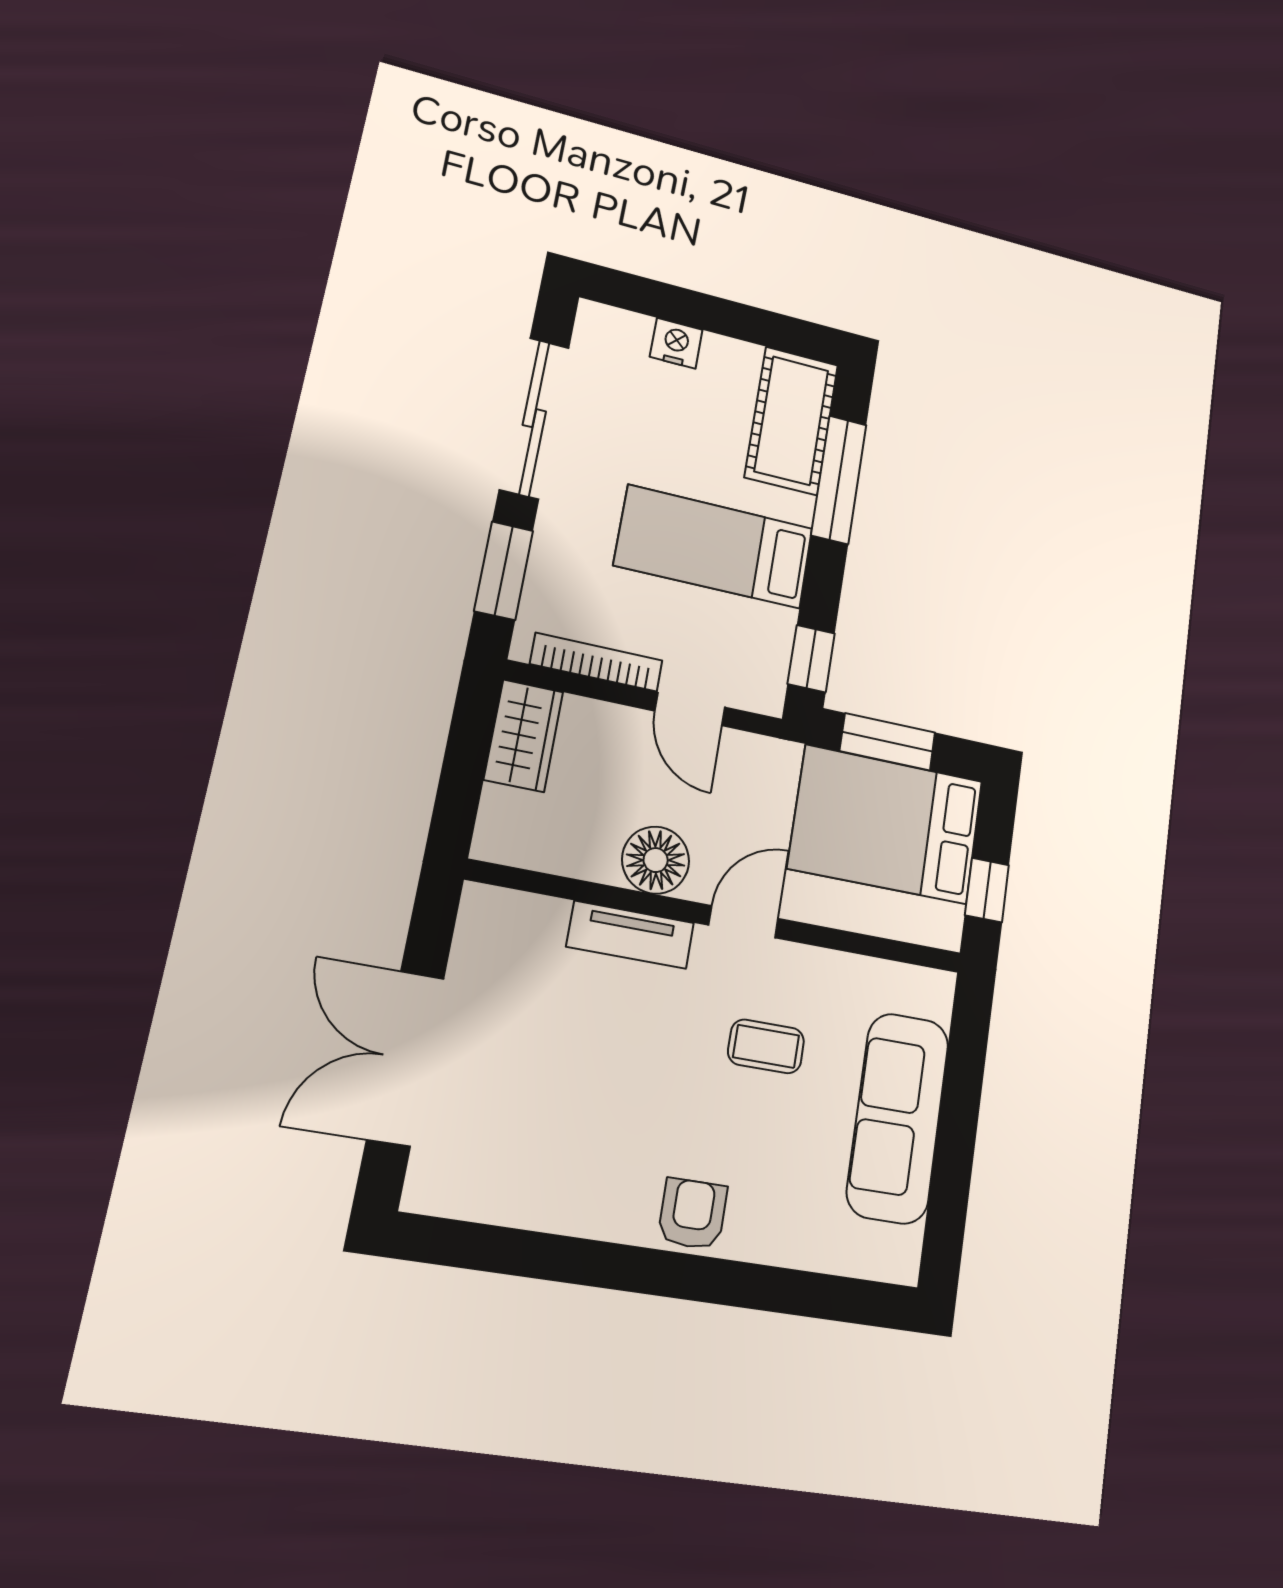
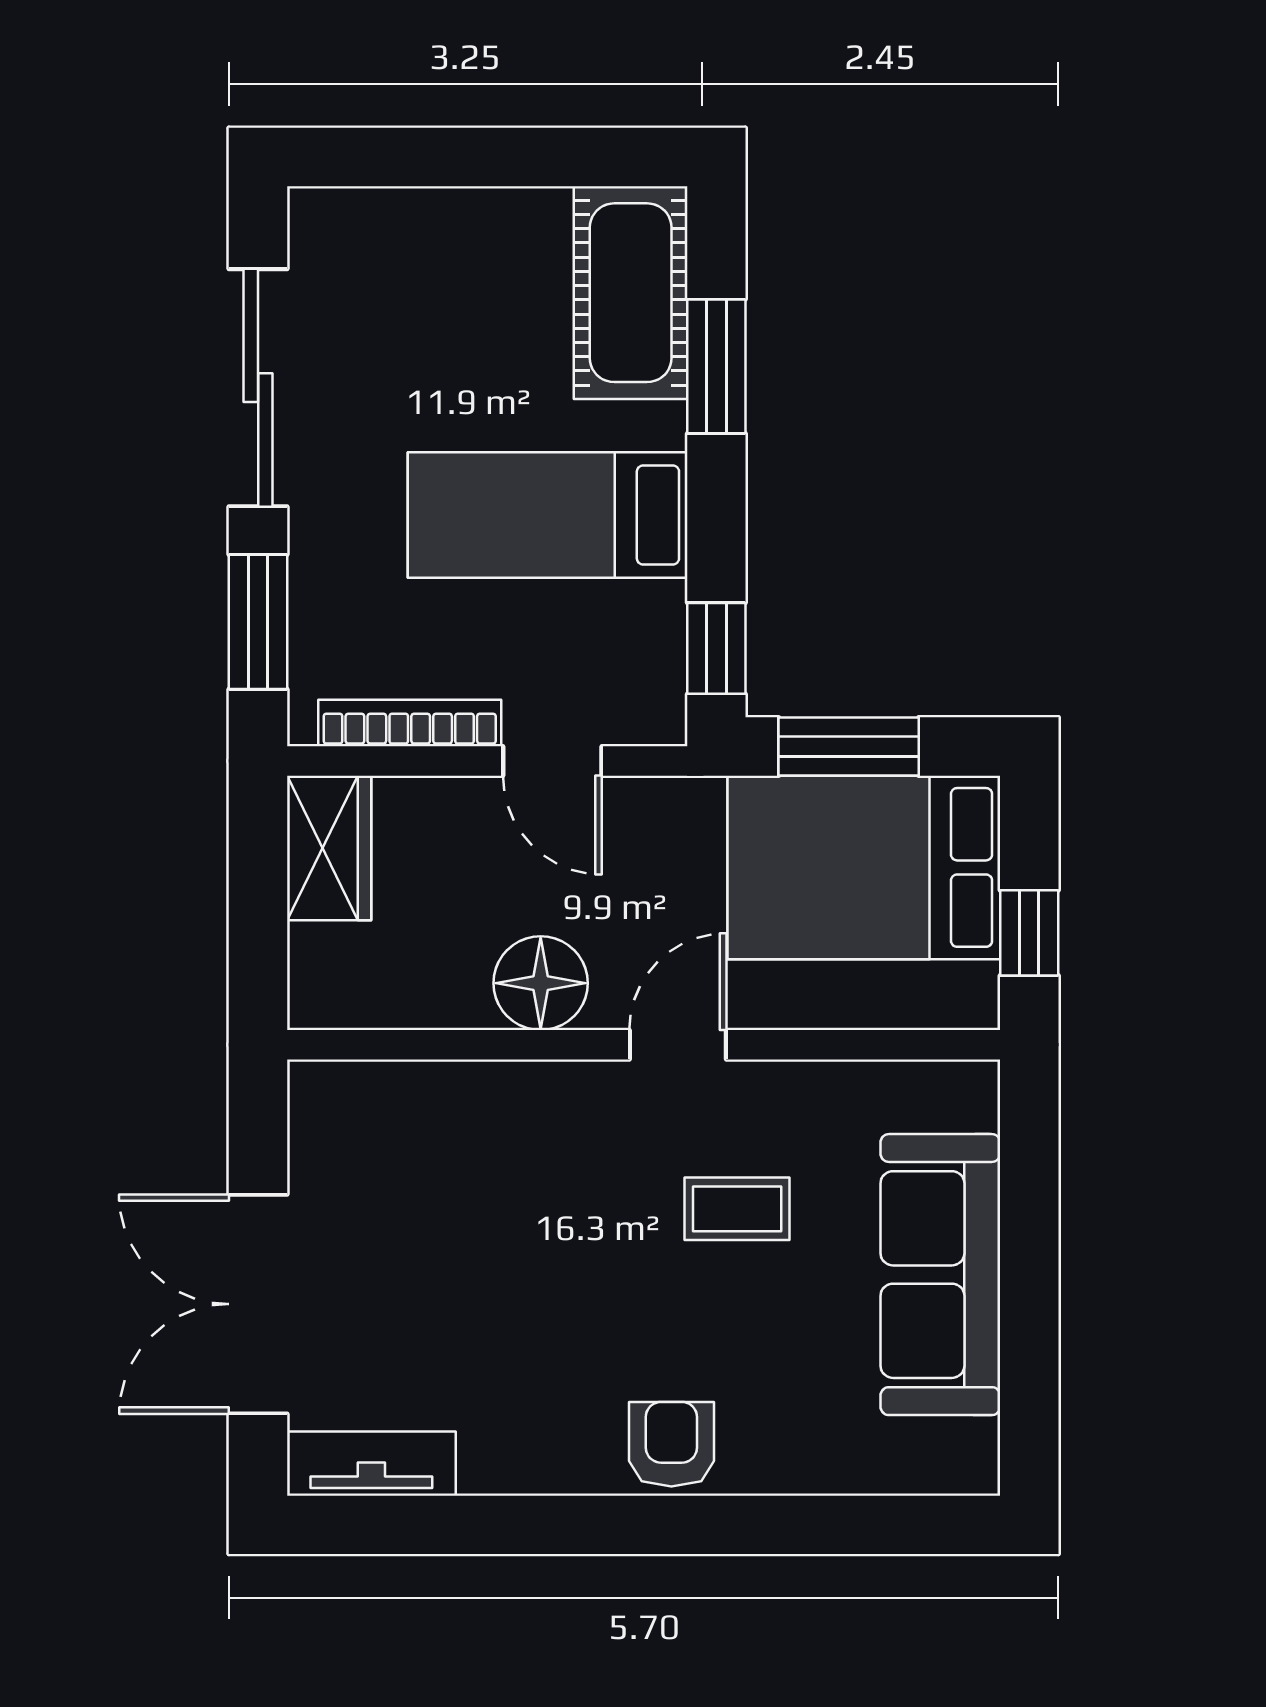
nightstand: (676, 343) -> (440, 218), removed
window: (839, 480) -> (716, 366), width x0.69
tv unit: (630, 935) -> (371, 1464), moved, turned 180

